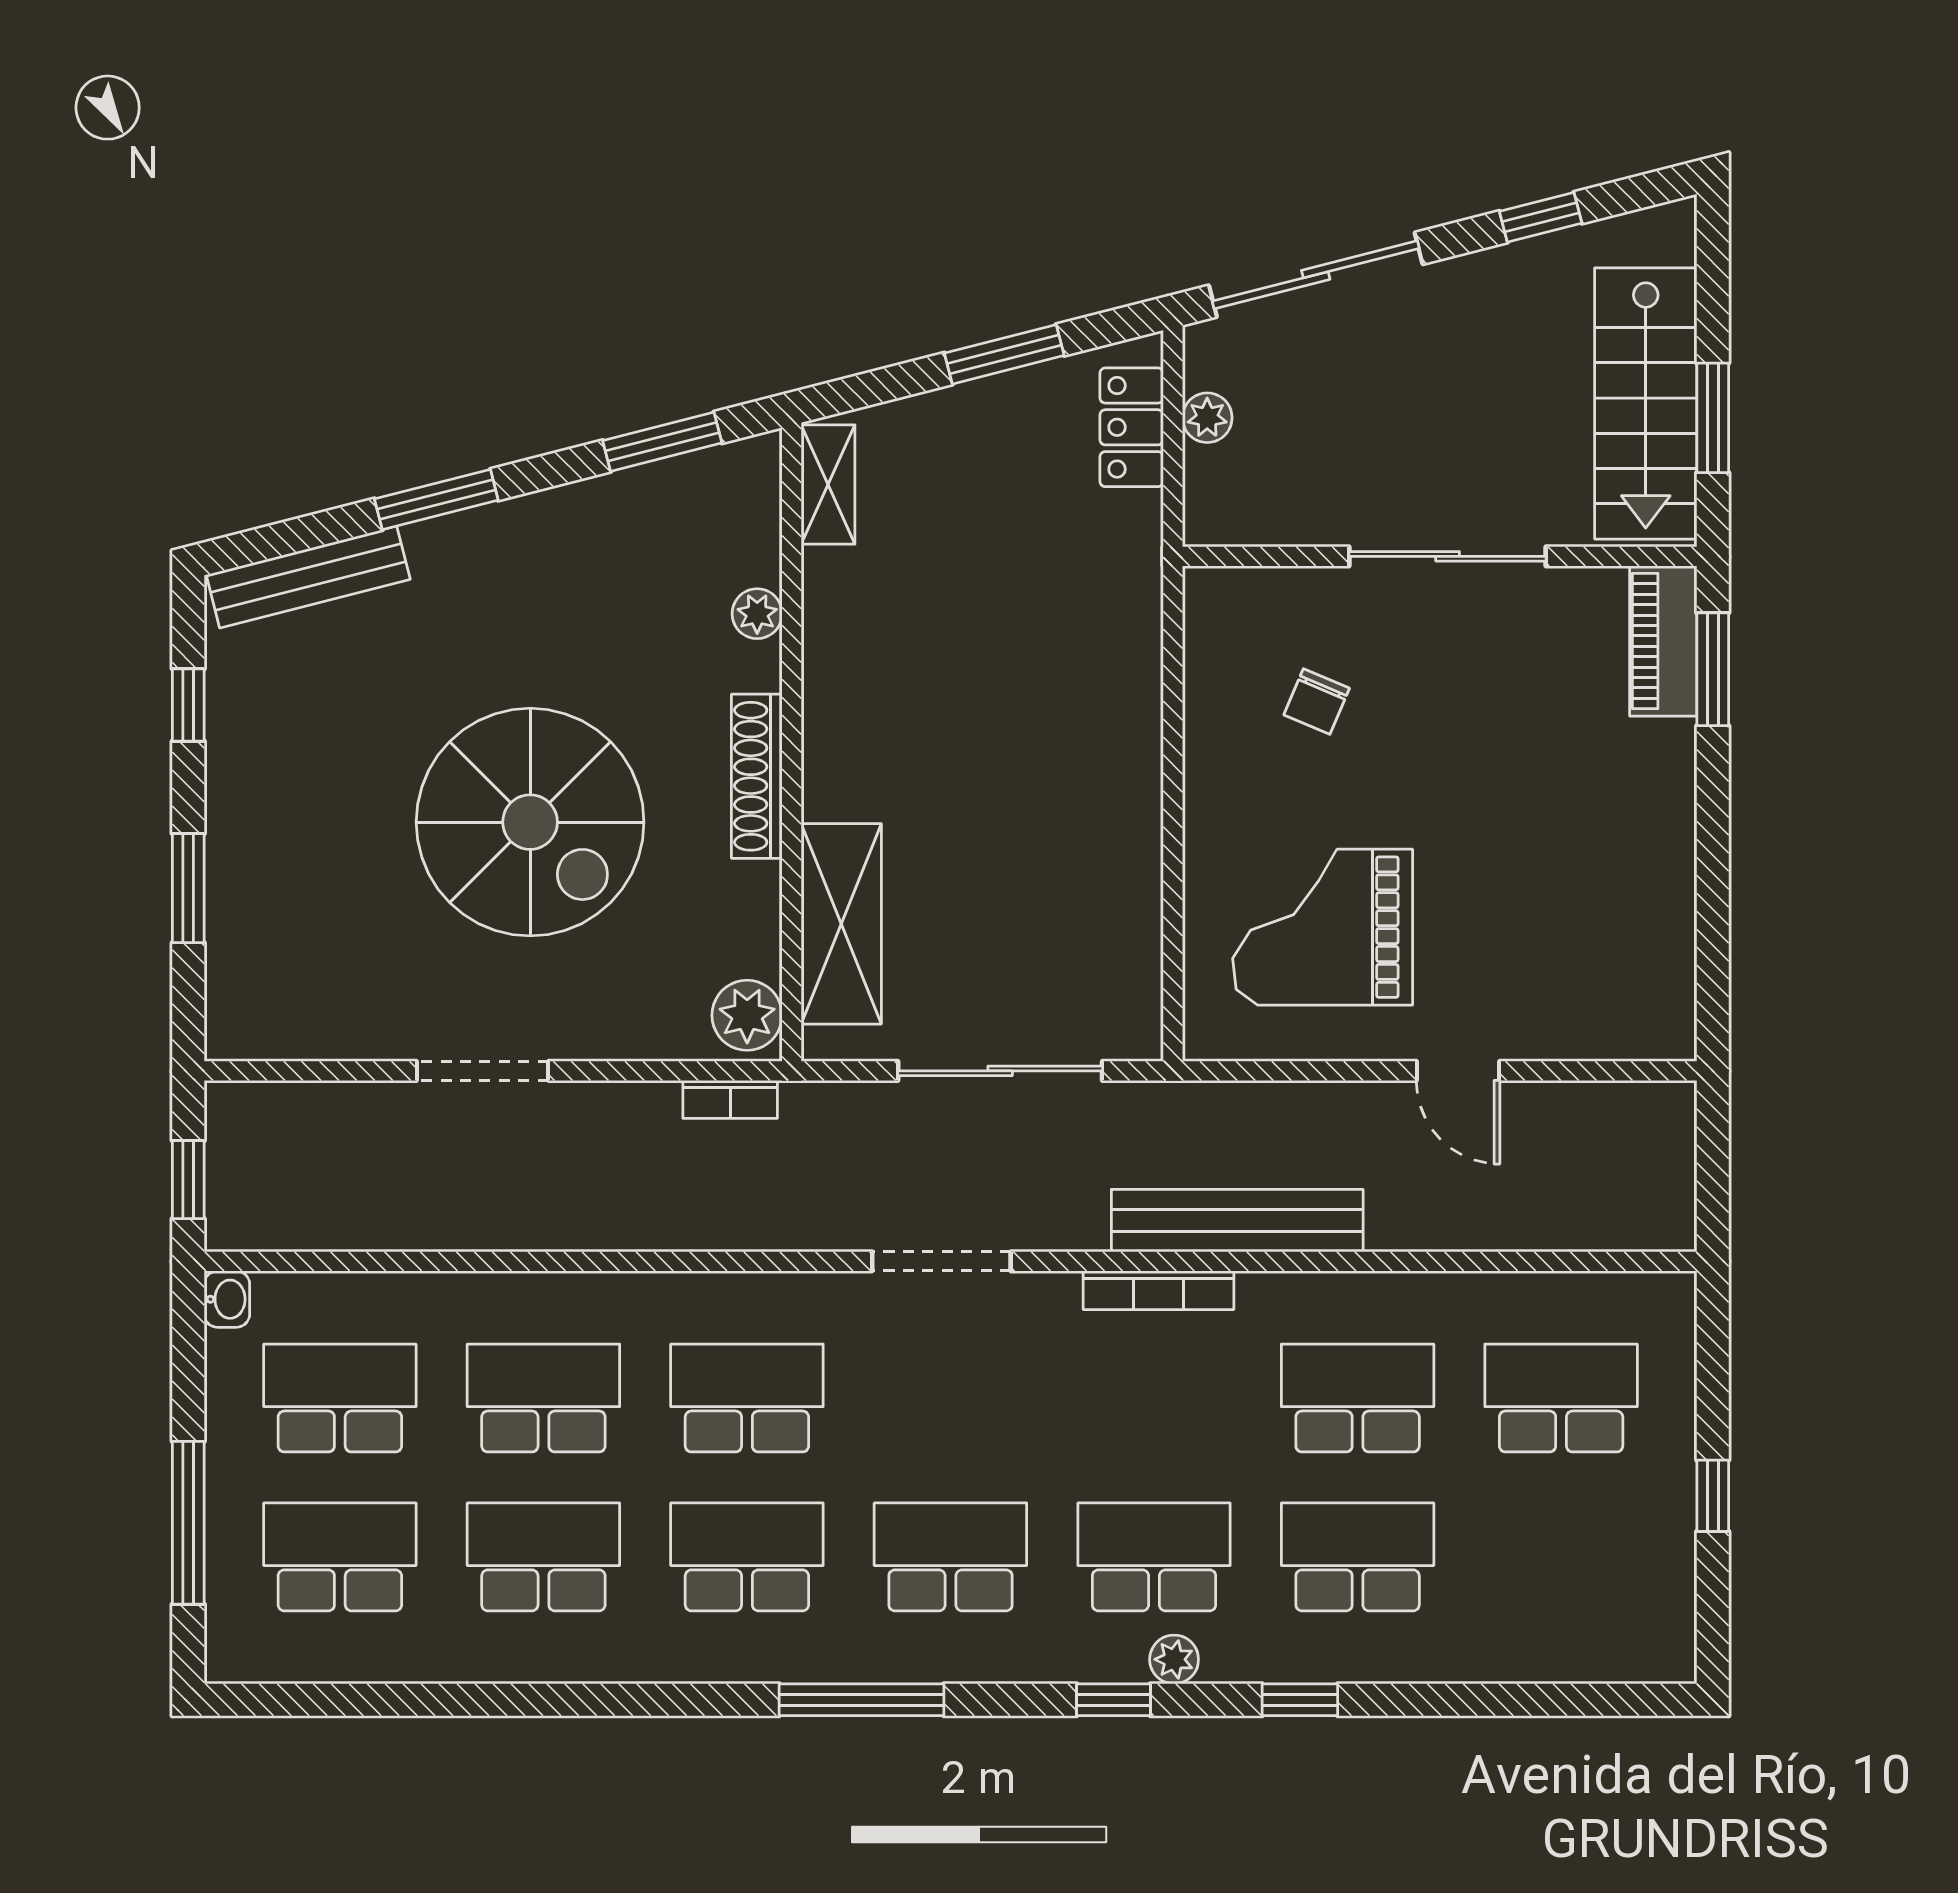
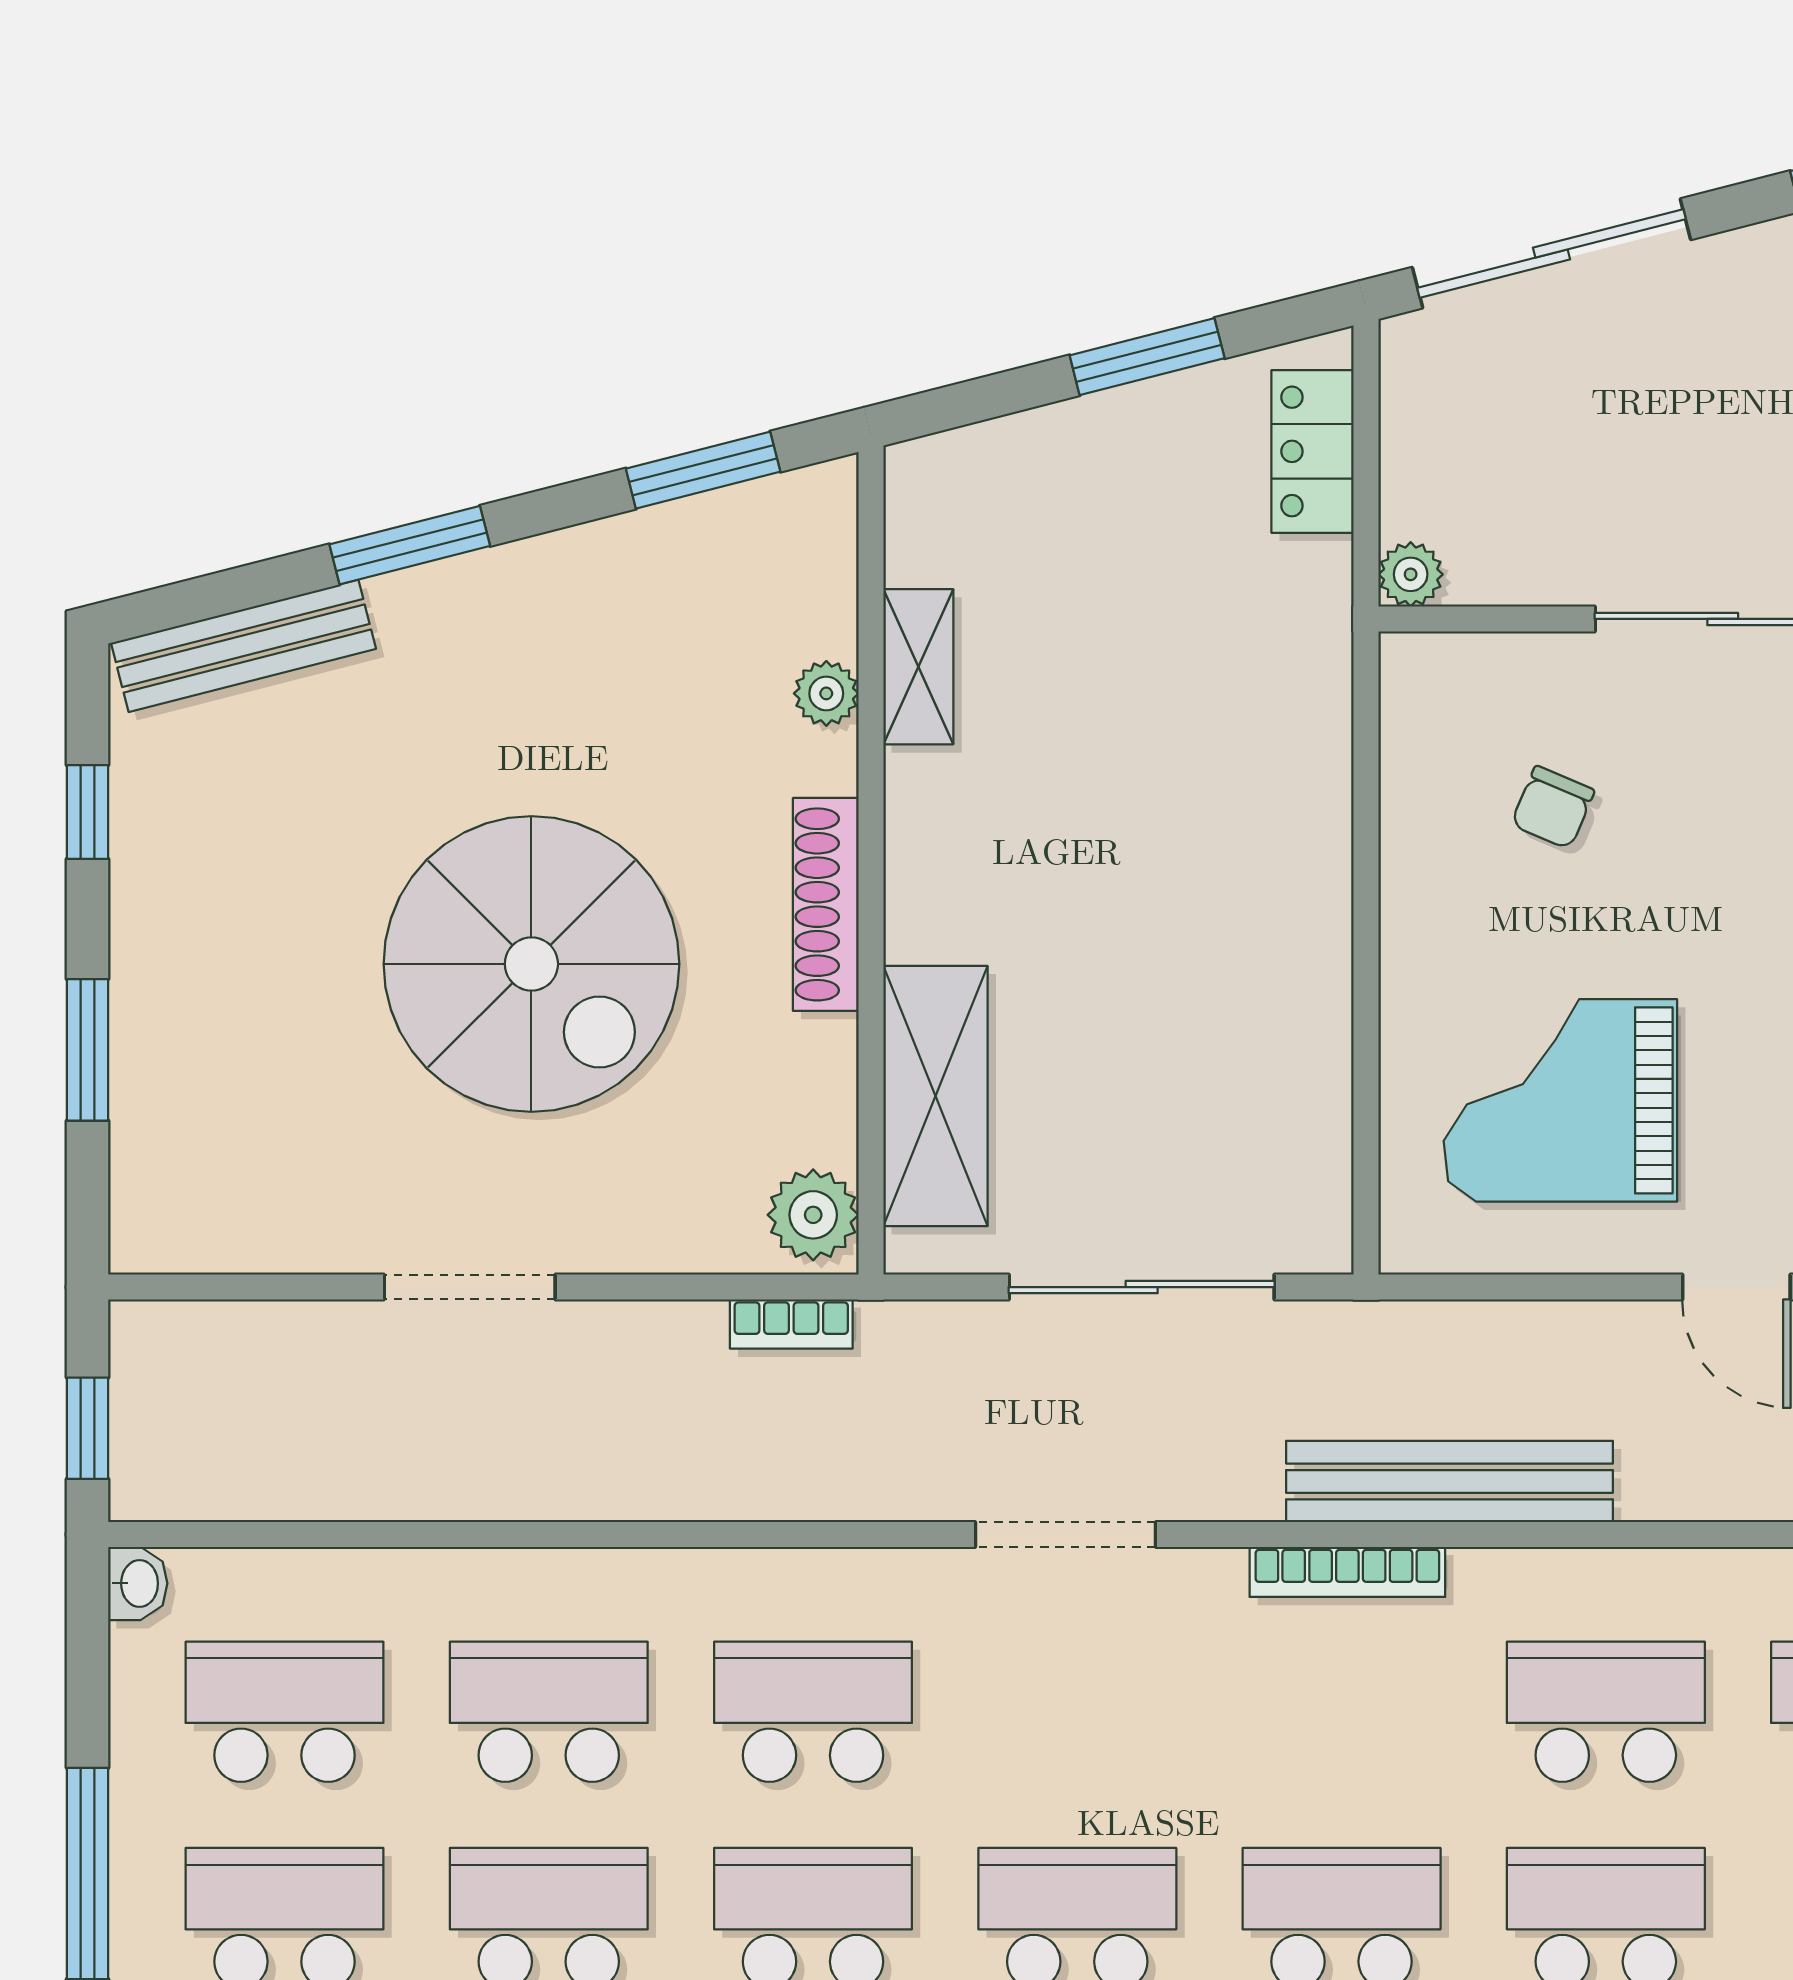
plant: (1207, 418) -> (1411, 574), moved
shelving: (828, 485) -> (918, 667), moved

